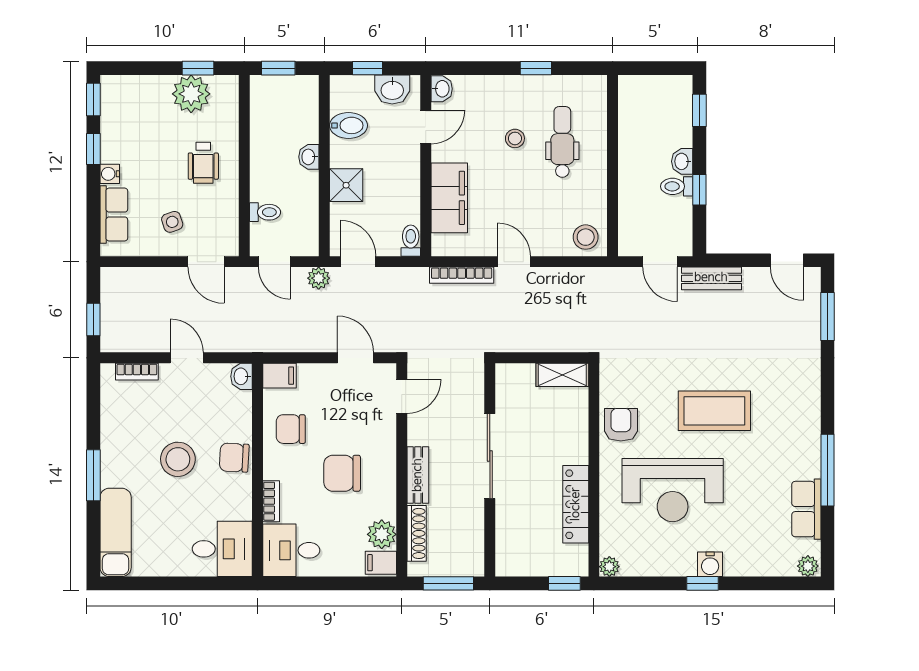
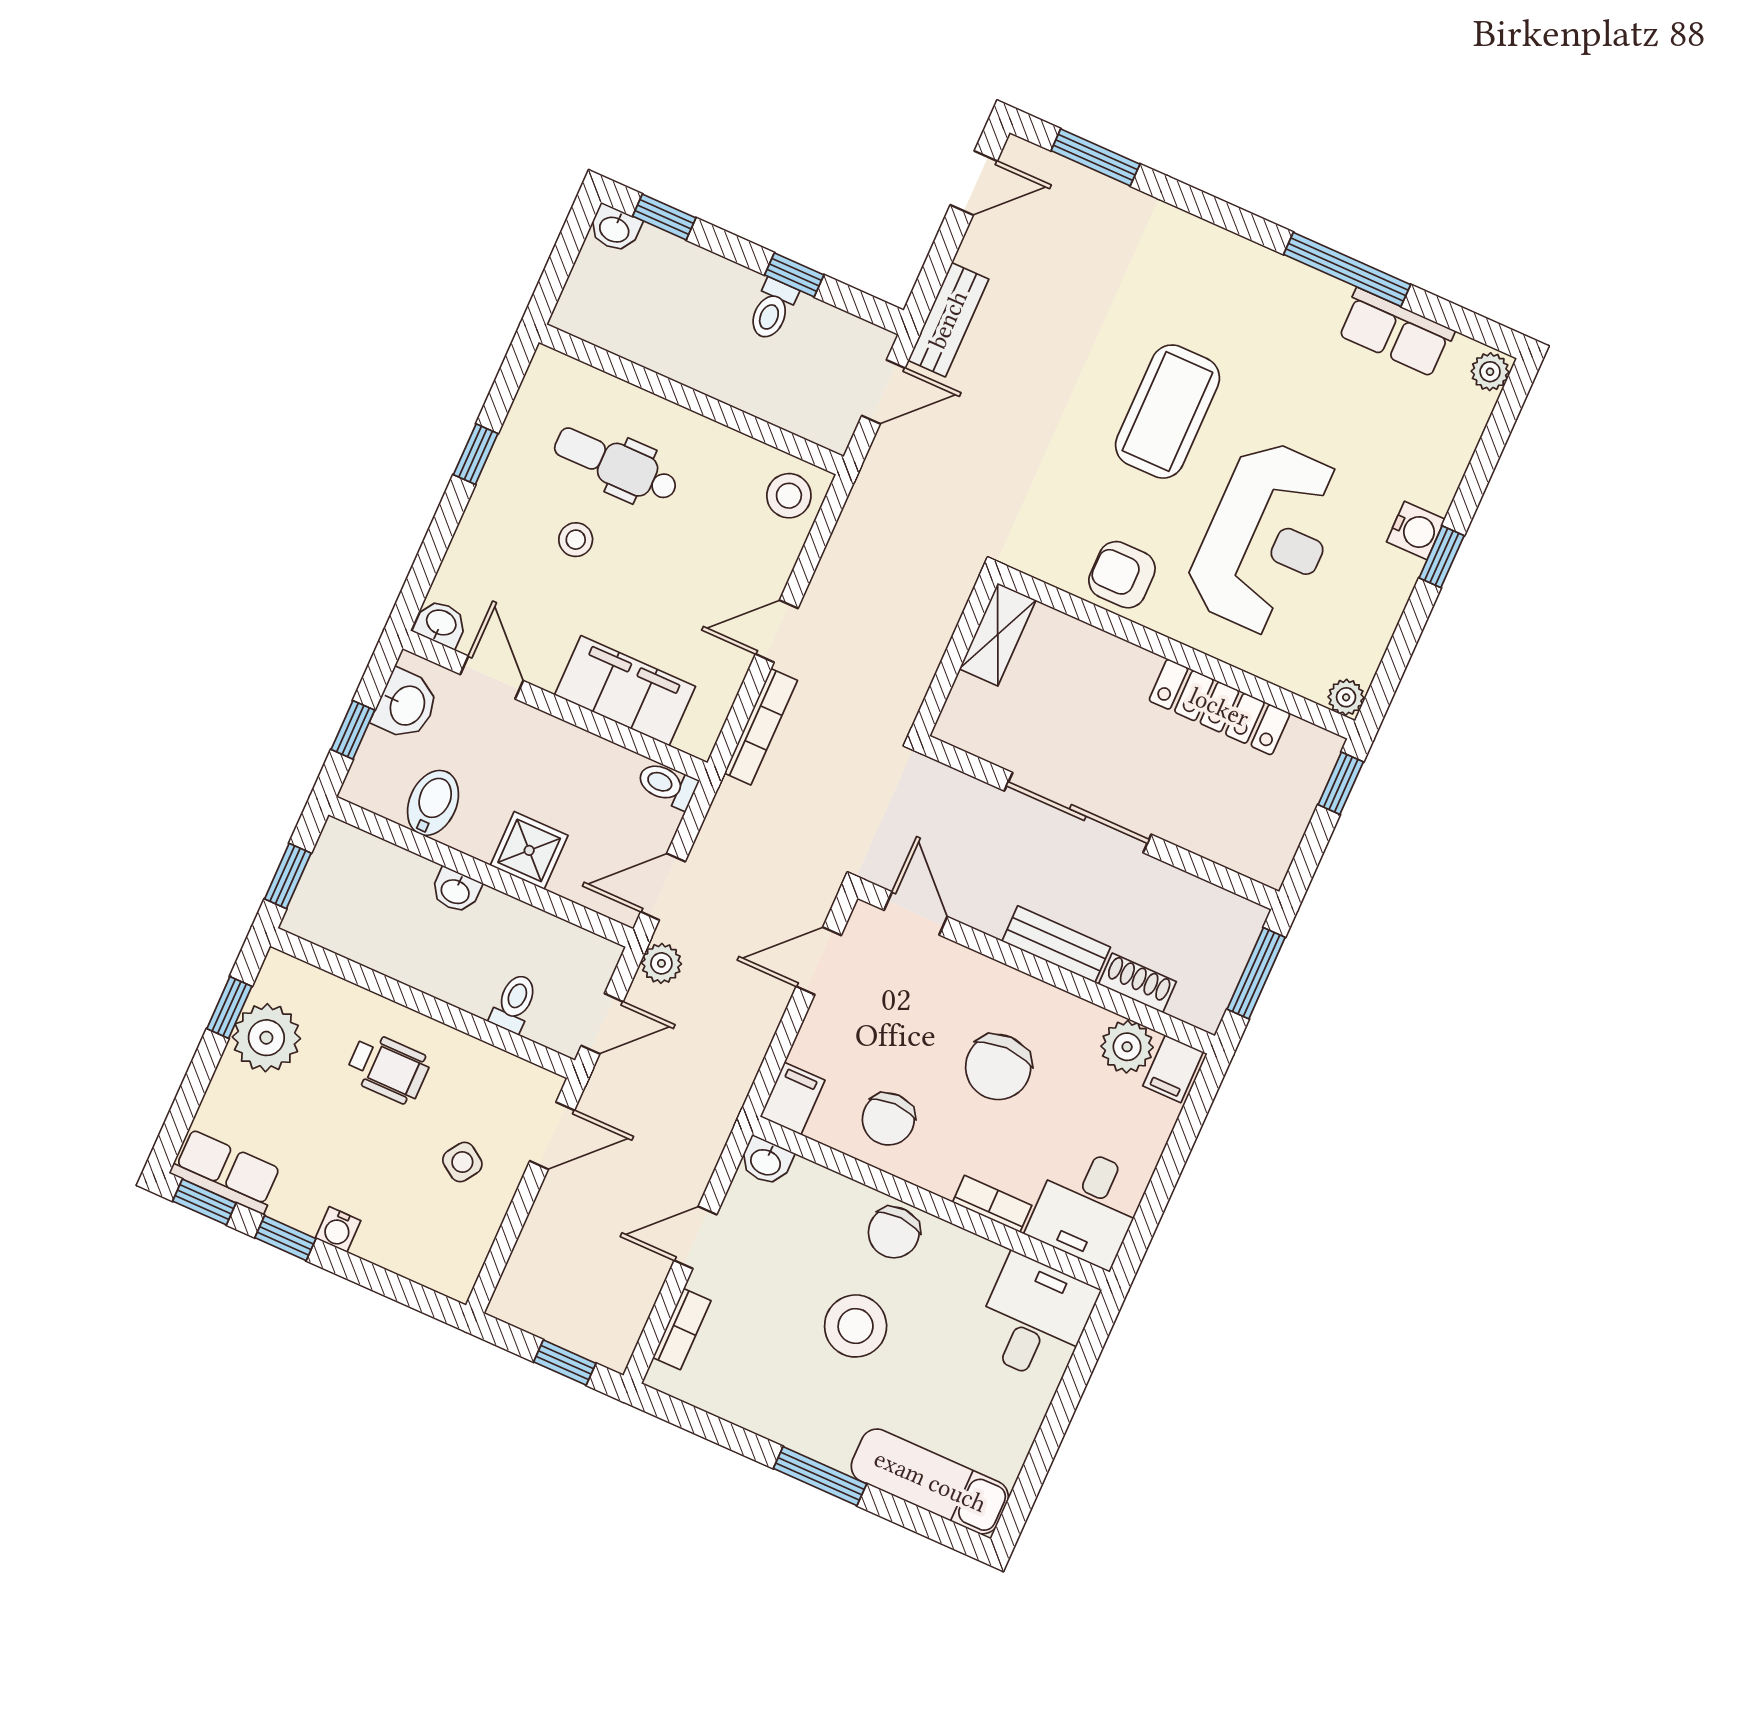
washbasin: (682, 161) -> (615, 229), moved
row of seats: (114, 215) -> (226, 1171), moved
side table: (172, 222) -> (462, 1162), turned -37
shoe rack: (417, 533) -> (1137, 983), width x0.70

